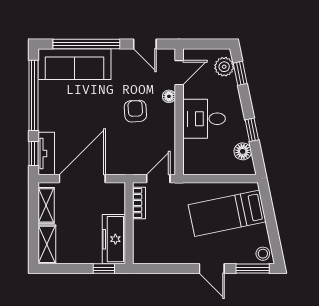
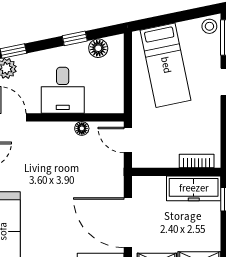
floor lamp: (169, 96) -> (82, 128), moved
armchair: (135, 111) -> (54, 165), removed
bookcase: (139, 203) -> (197, 161), moved

